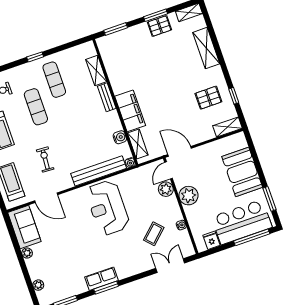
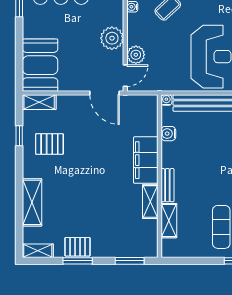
shelving: (138, 144) -> (150, 202), moved
booth: (242, 172) -> (40, 65), moved

